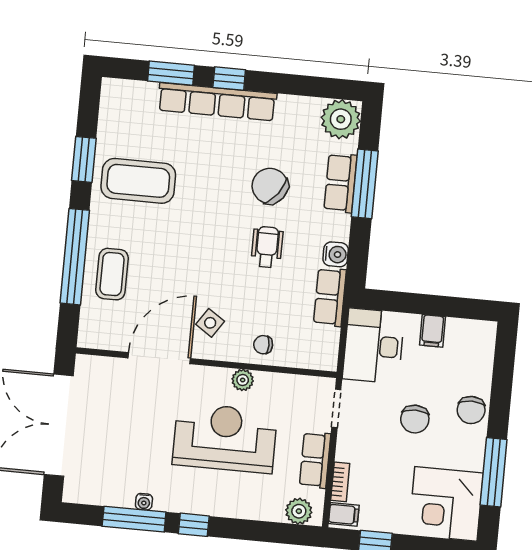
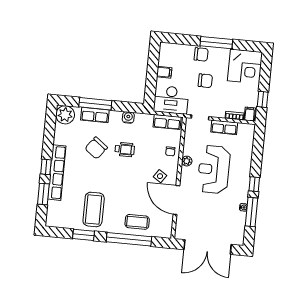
wheelchair: (267, 247) -> (125, 149), turned 180
row of seats: (330, 297) -> (167, 122), moved
window: (494, 472) -> (216, 43), moved
plant: (299, 511) -> (248, 135), removed

